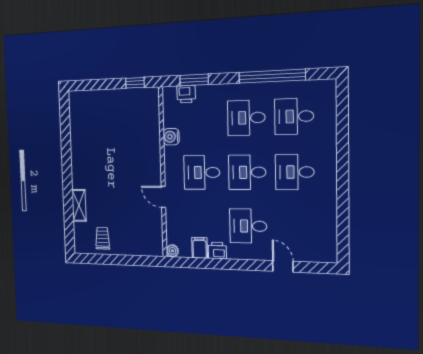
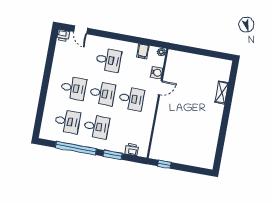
window: (194, 80) -> (113, 155), moved
water cooler: (171, 137) -> (157, 73), moved
door: (163, 197) -> (160, 88), hinge flipped
trolley: (103, 238) -> (209, 68), removed
printer: (217, 251) -> (63, 35), moved
door: (283, 266) -> (81, 30), moved

